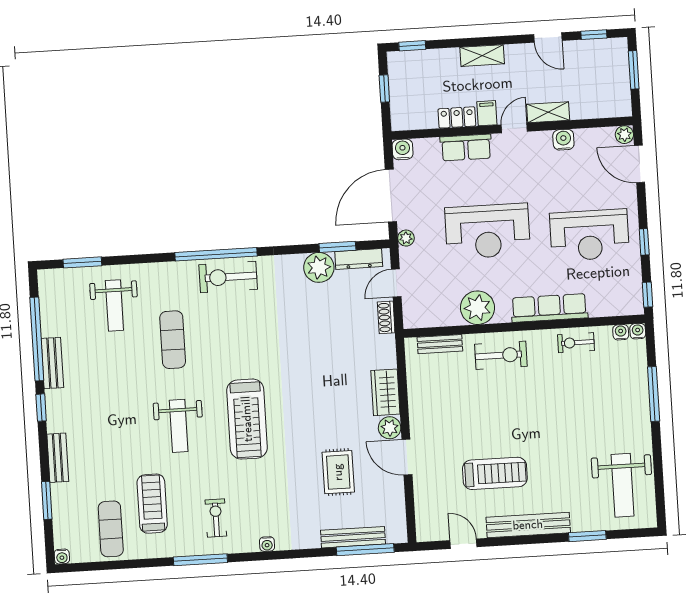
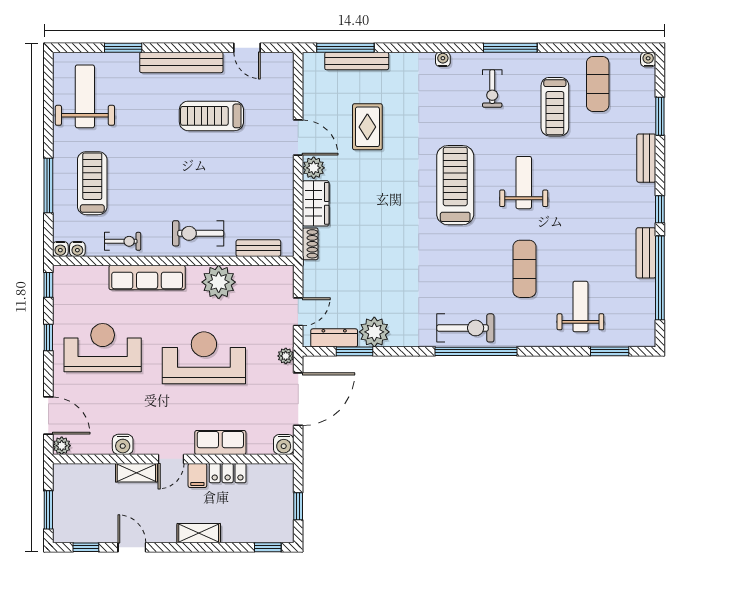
shoe rack: (386, 317) -> (310, 244), moved
treadmill: (610, 399) -> (92, 183), added

